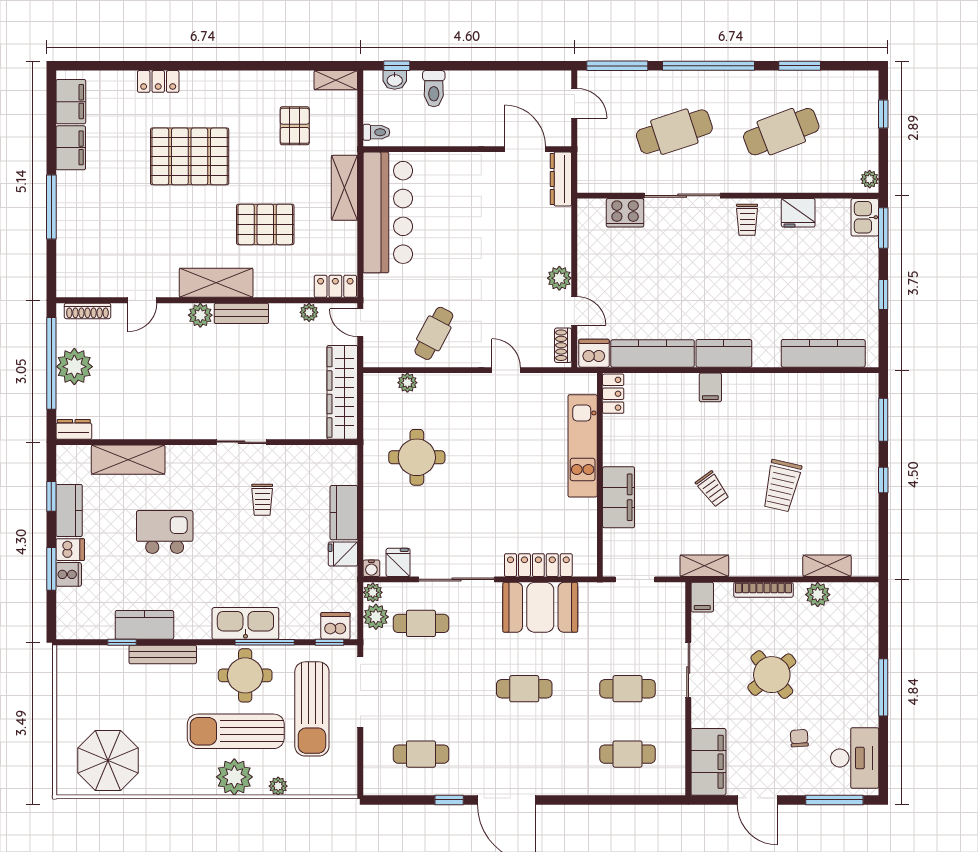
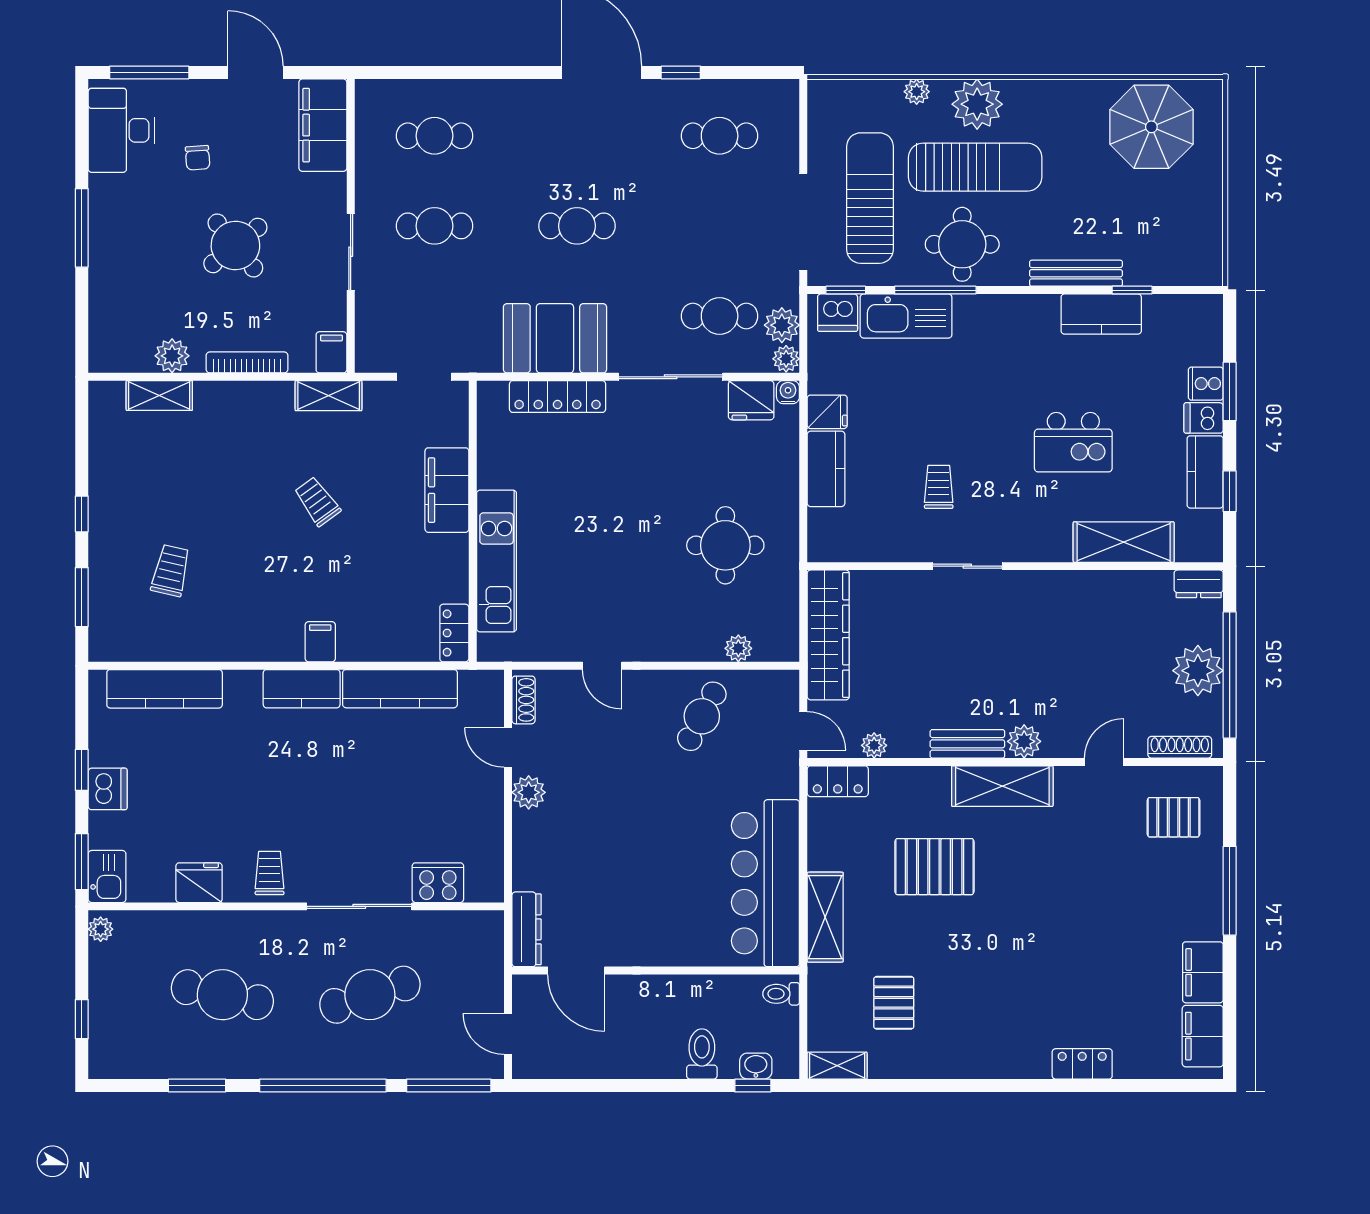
cafe table: (781, 132) -> (222, 995), turned 33
pallet: (190, 156) -> (1174, 817), moved, width x0.49, depth x0.50
dishwasher: (594, 353) -> (108, 789), moved, turned -90
trolley: (782, 486) -> (171, 570), moved, width x0.73, depth x0.72
fridge: (398, 562) -> (751, 400), width x1.38
kitchen sink: (245, 623) -> (906, 316), moved

